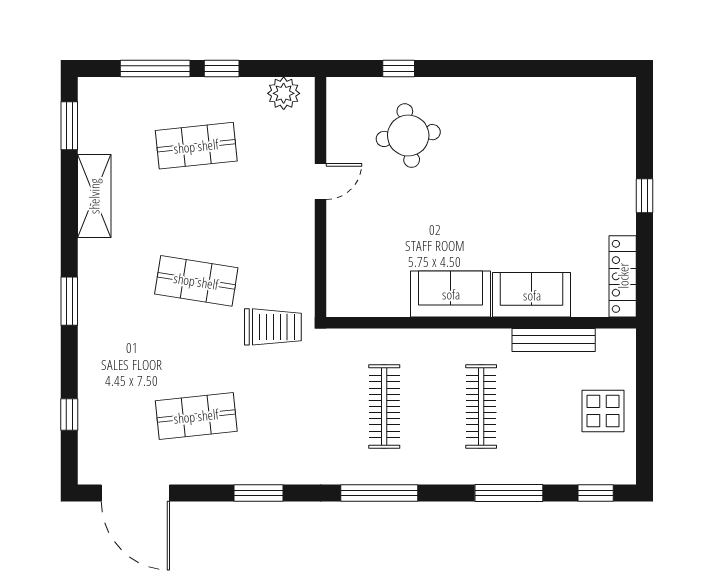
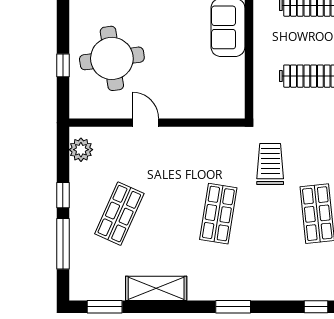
round table: (408, 136) -> (112, 58), width x1.36, depth x1.36
shop shelf: (196, 146) -> (119, 214), turned 30
trolley: (273, 327) -> (270, 164), moved

